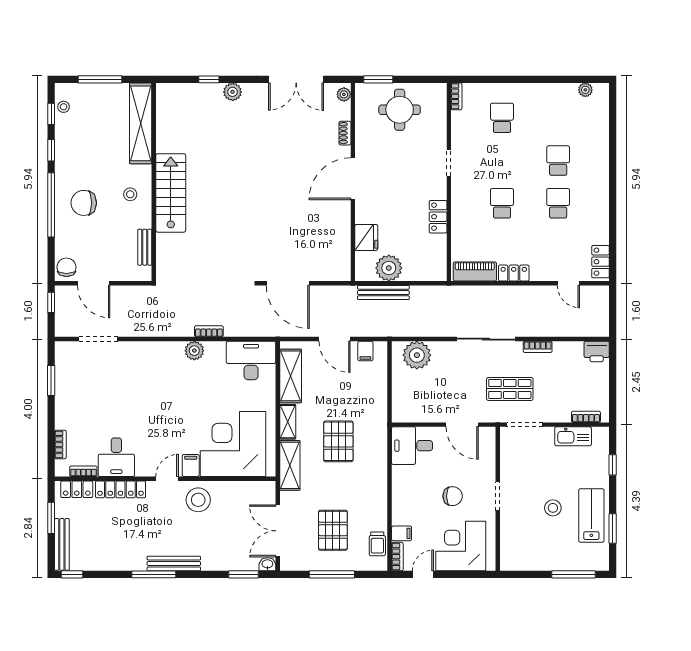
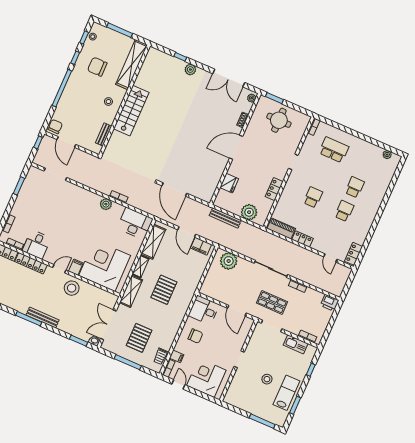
school desk: (502, 118) -> (334, 150), width x1.85
chair: (84, 203) -> (97, 67), moved
plant: (389, 268) -> (249, 212), moved
filing cabinet: (365, 351) -> (201, 246), width x2.00
chair: (453, 496) -> (195, 336), moved
door: (423, 574) -> (178, 384), hinge flipped

